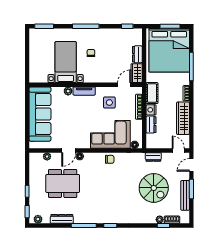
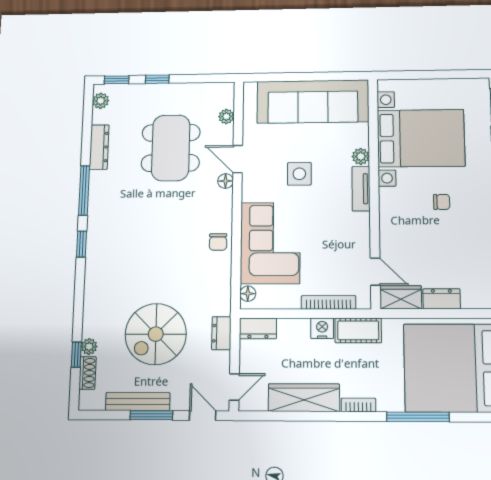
bed with nightstands: (66, 62) -> (421, 138), width x1.36
side table: (109, 103) -> (299, 174), moved
dresser: (151, 125) -> (258, 328), moved

